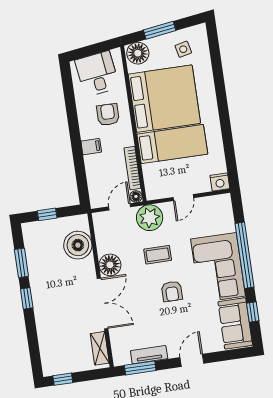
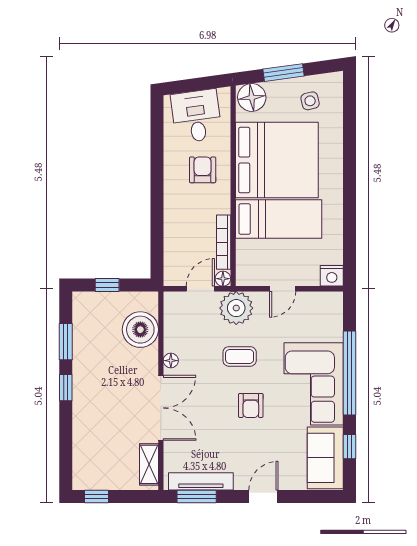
filing cabinet: (91, 147) -> (175, 207), removed
floor lamp: (110, 265) -> (171, 361), width x0.53, depth x0.53
tv unit: (149, 355) -> (201, 481), width x1.41

